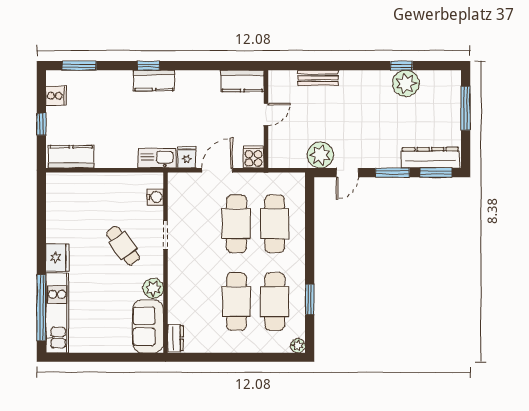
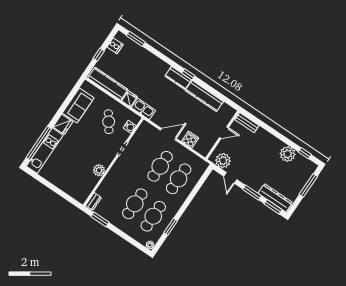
window: (148, 66) -> (188, 74), moved
window: (401, 66) -> (305, 153), moved
kitchen counter: (154, 80) -> (178, 78), moved
kitchen counter: (242, 81) -> (204, 96), width x1.50
door: (266, 114) -> (224, 133), moved
wall: (266, 119) -> (222, 135), moved
kitchen counter: (71, 157) -> (108, 84), width x1.50
fridge: (187, 157) -> (130, 99), moved
door: (347, 173) -> (230, 178), hinge flipped
cafe table: (123, 246) -> (109, 122), moved
sofa: (148, 326) -> (78, 105), moved, turned 180
window: (202, 357) -> (100, 219), added

